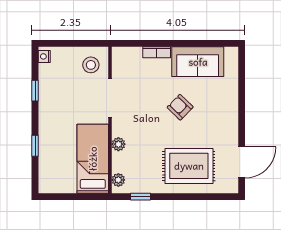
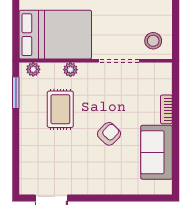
bed: (93, 159) -> (55, 35), width x1.50
rug: (189, 166) -> (60, 109), moved, width x0.73, depth x0.70
window: (141, 197) -> (16, 93), width x1.50

